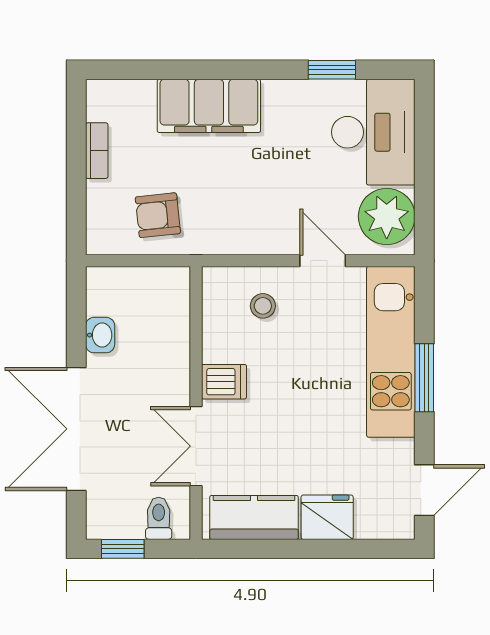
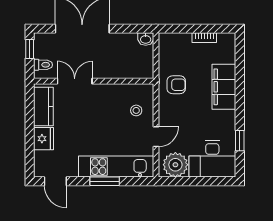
armchair: (158, 215) -> (176, 85), moved, turned 96
washbasin: (100, 335) -> (146, 39), moved
dishwasher: (224, 382) -> (103, 93), removed

